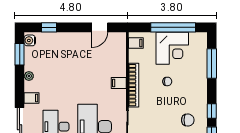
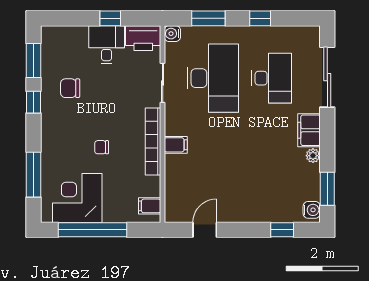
corner desk: (172, 48) -> (77, 198), moved
filing cabinet: (32, 98) -> (309, 130), width x2.00

